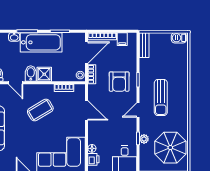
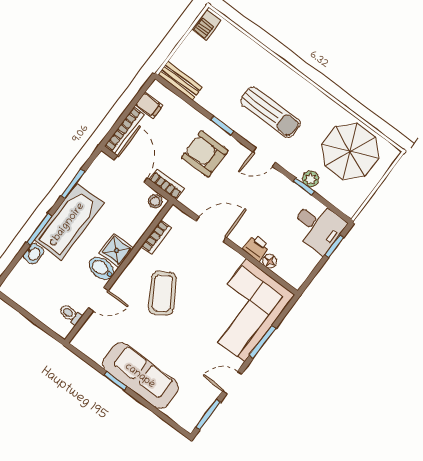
armchair: (119, 82) -> (205, 154), turned 180
door: (138, 110) -> (264, 157), hinge flipped
printer: (93, 159) -> (256, 248), moved

